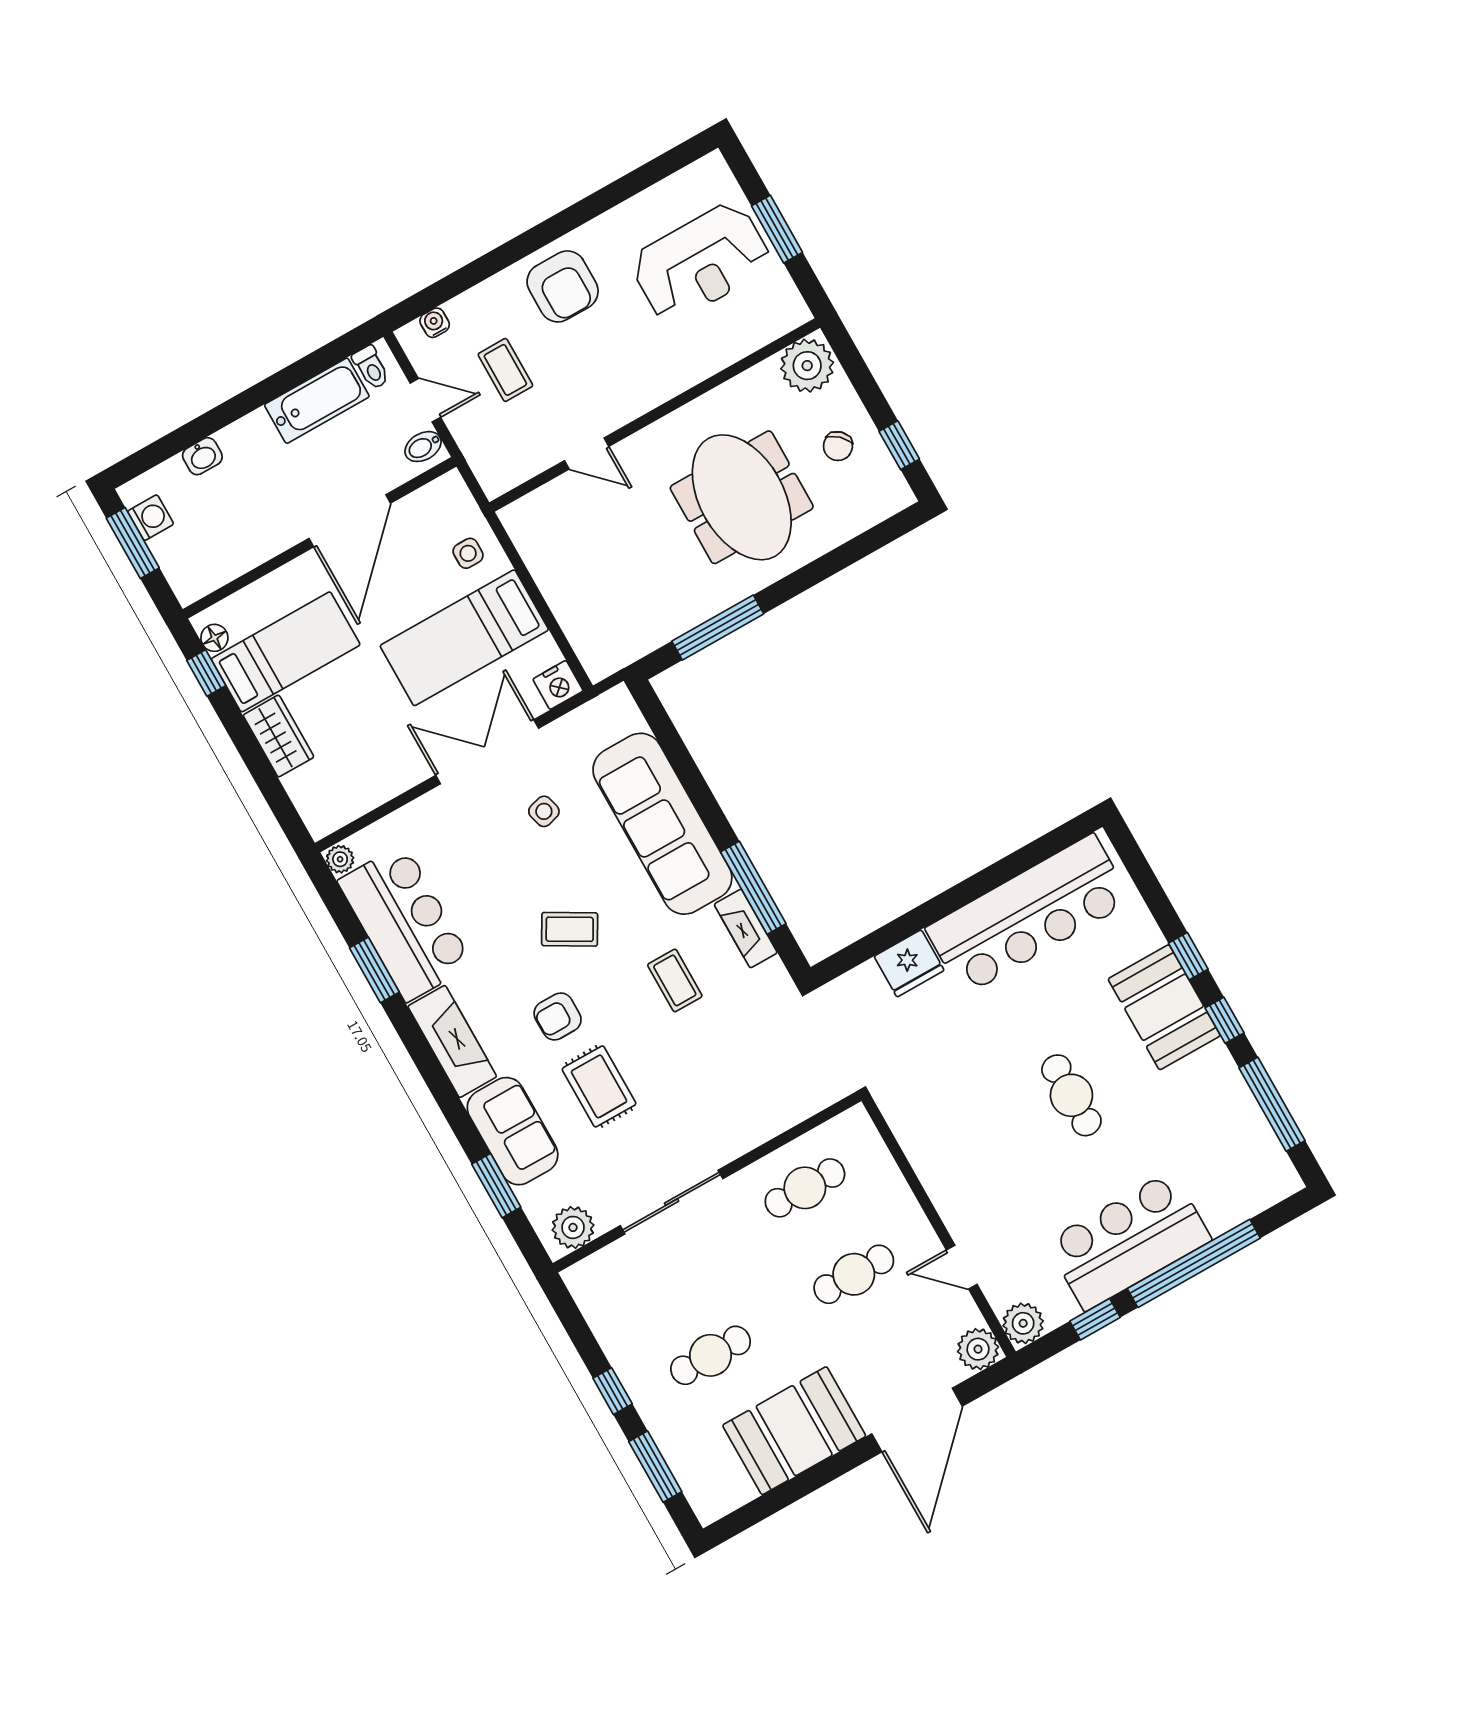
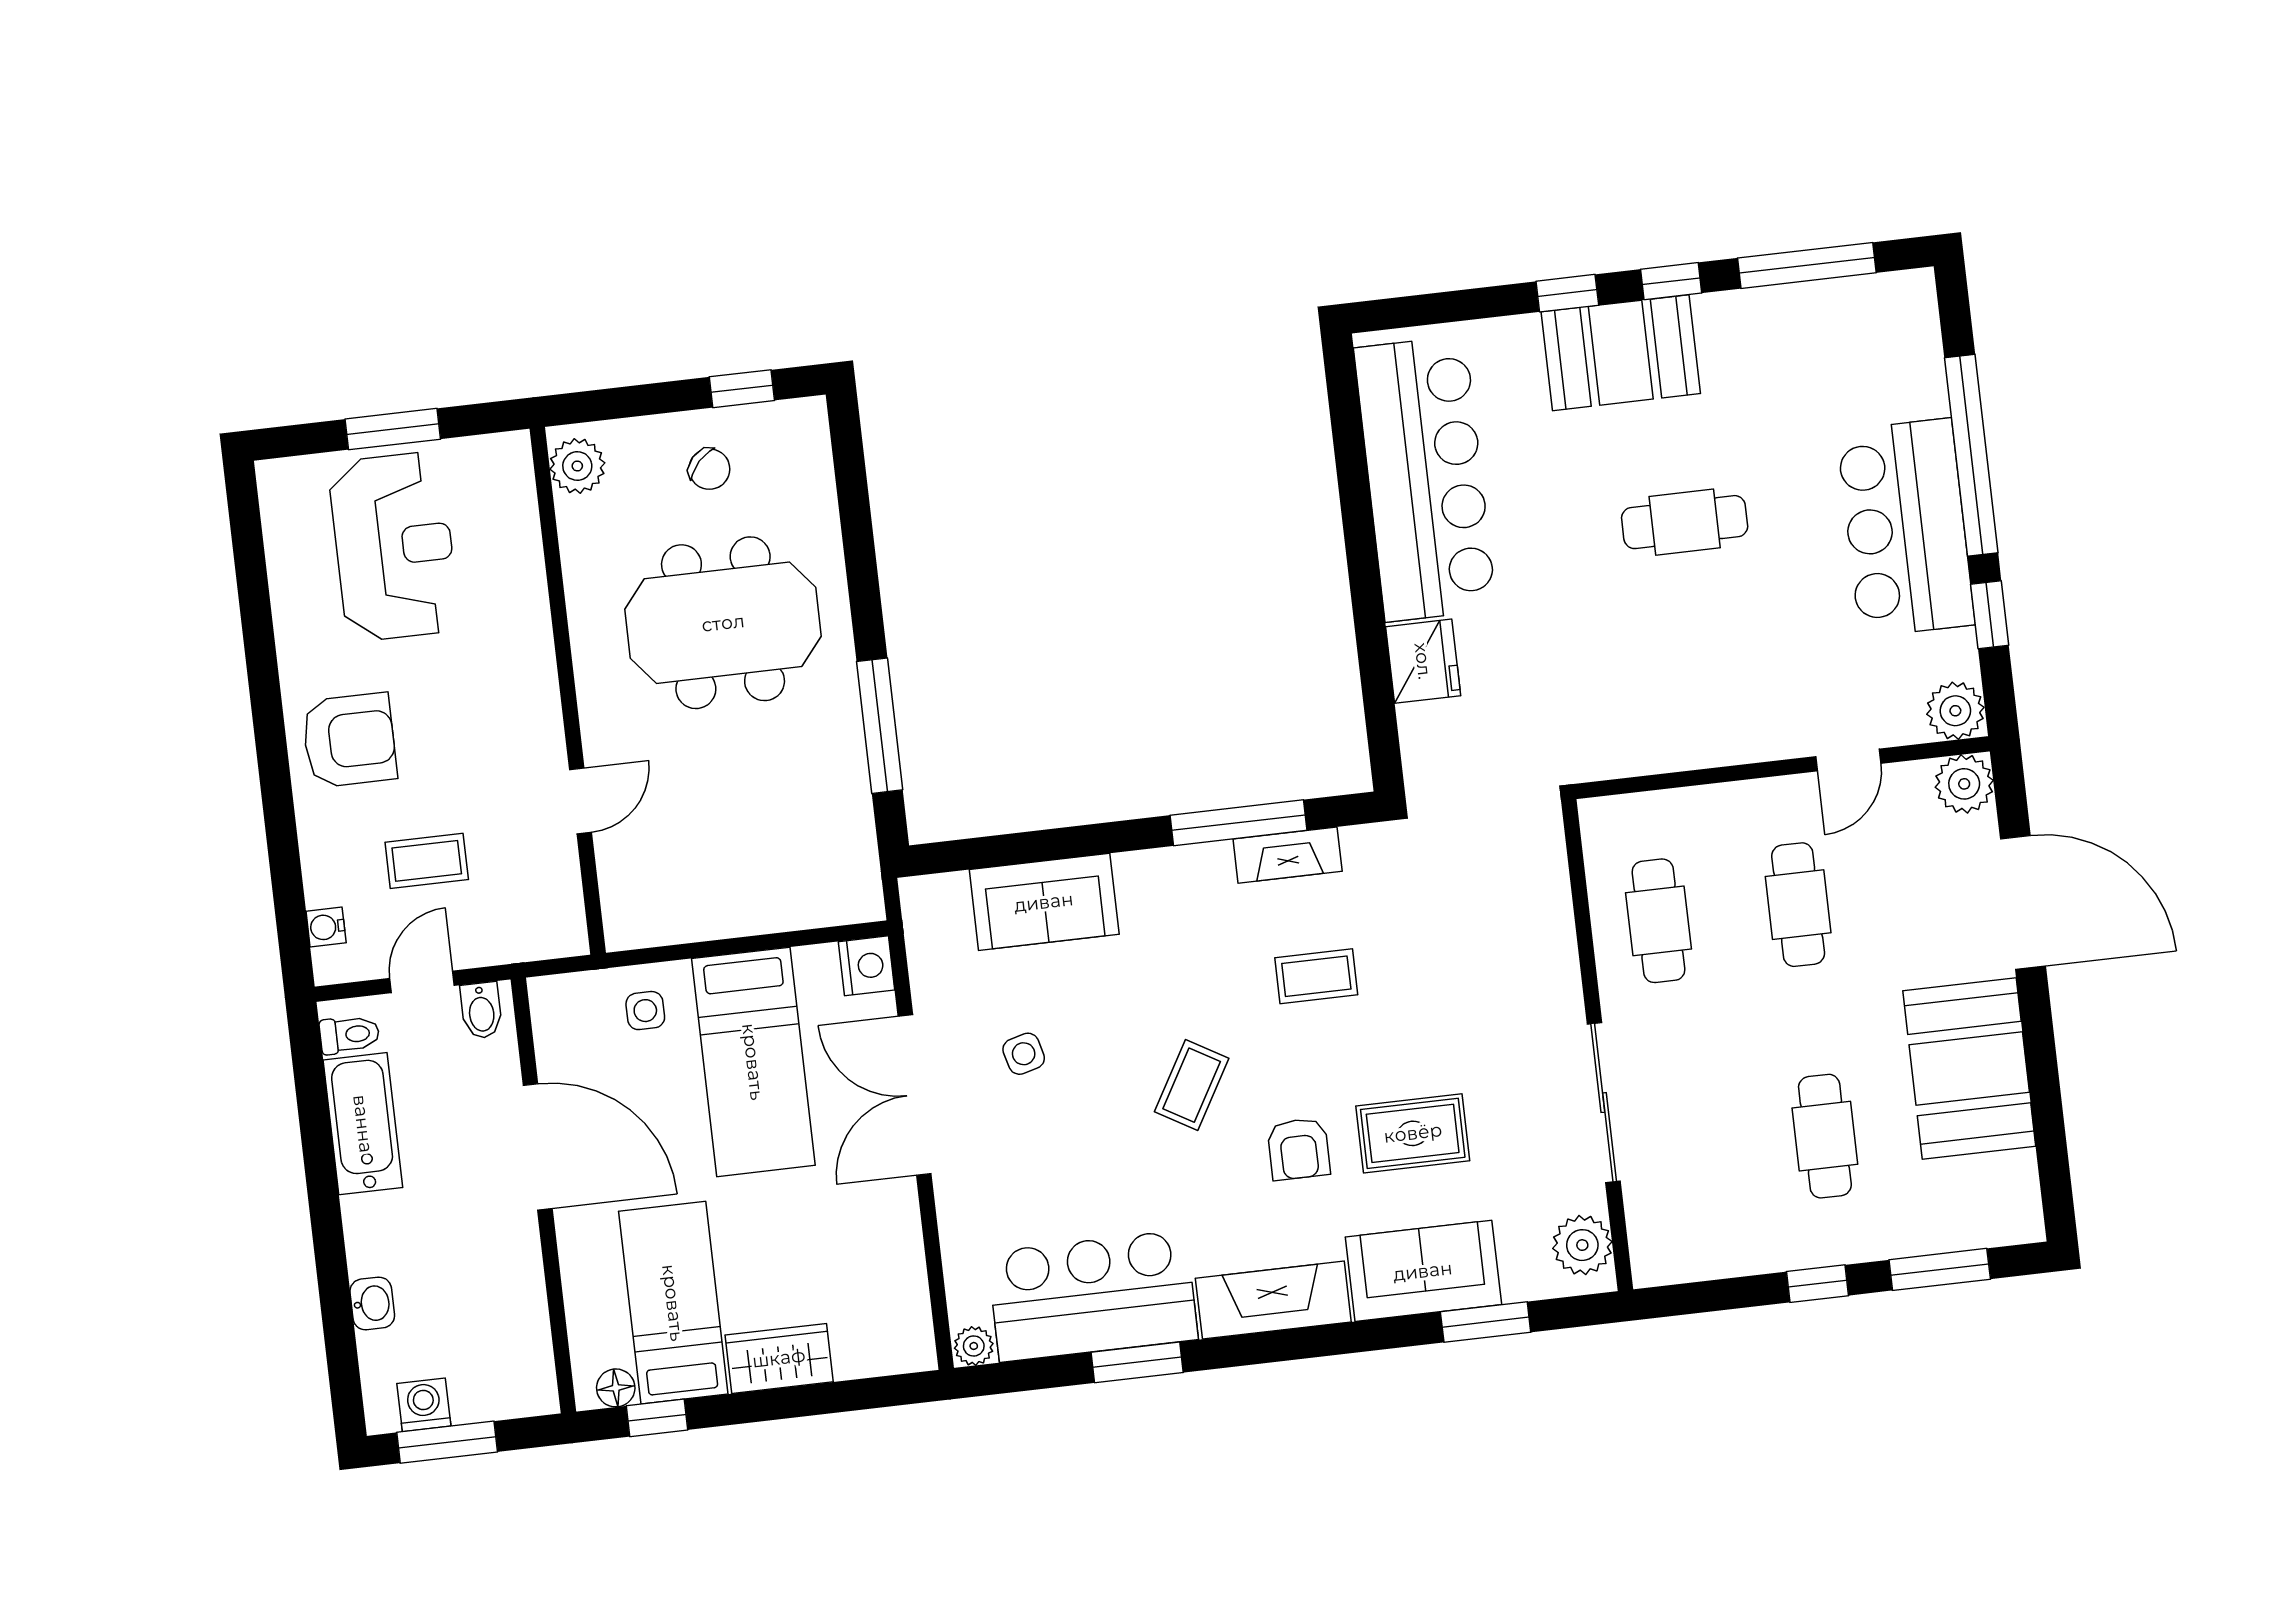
plant: (807, 366) -> (577, 466), width x0.73, depth x0.73
sofa: (662, 824) -> (1044, 902), width x0.54, depth x0.79

